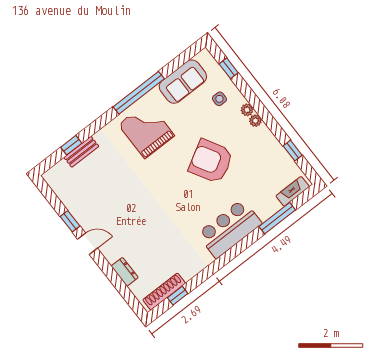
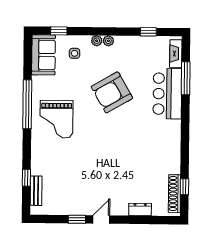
sofa: (183, 82) -> (43, 55), moved
grand piano: (146, 130) -> (56, 119), turned -90
bench: (81, 152) -> (36, 191), moved
bar counter: (229, 229) -> (167, 94), moved

